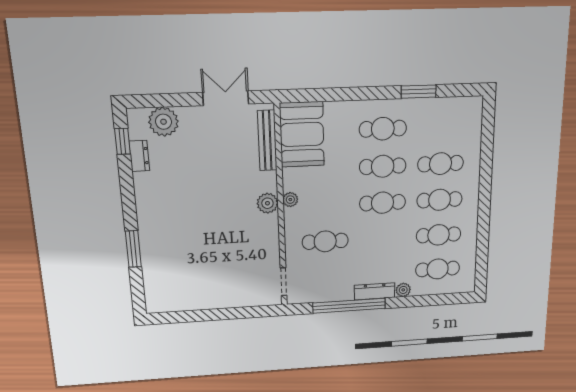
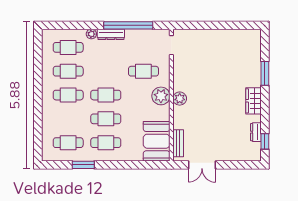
plant: (163, 122) -> (240, 152), removed
bench: (267, 140) -> (178, 143), width x0.73
cafe table: (441, 164) -> (68, 143), moved
plant: (290, 200) -> (161, 96), width x1.88, depth x1.88
wardrobe: (148, 206) -> (254, 101), added

